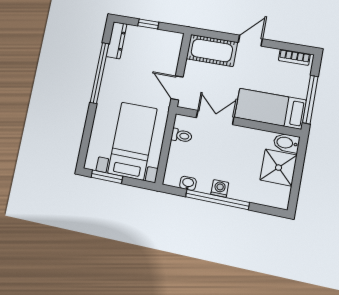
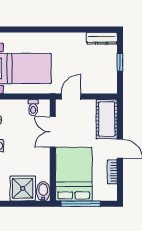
bookcase: (294, 57) -> (112, 172), moved
window: (99, 73) -> (72, 29), removed
bed: (270, 109) -> (74, 174), width x1.50
double door: (215, 117) -> (53, 132), swing flipped

